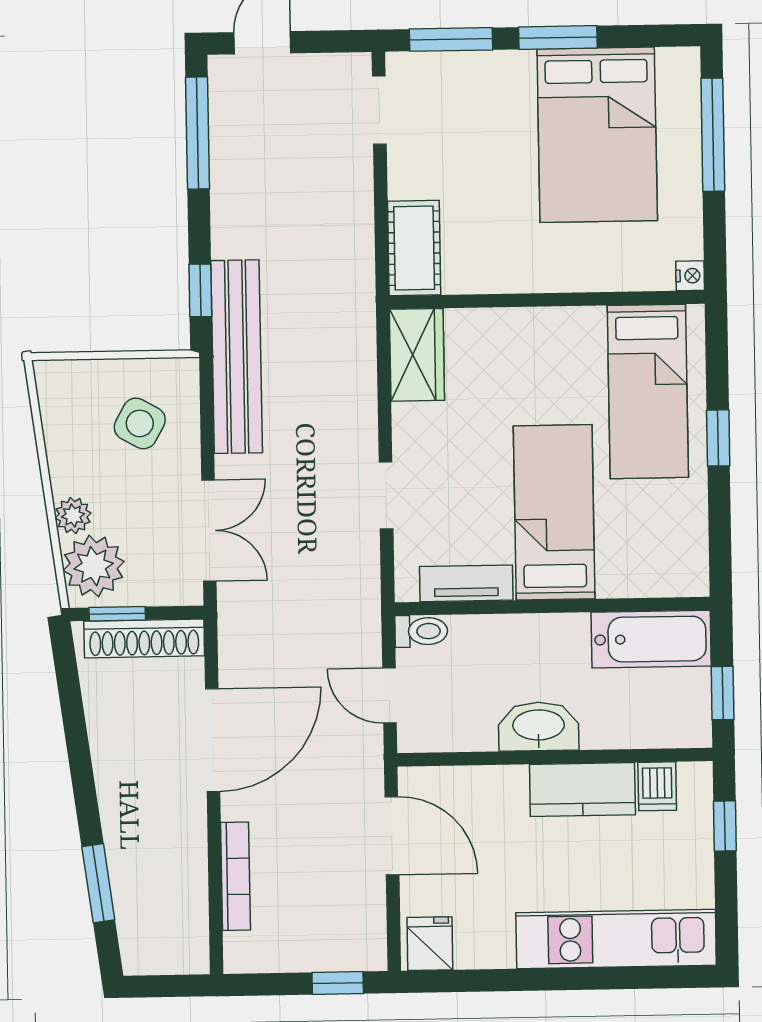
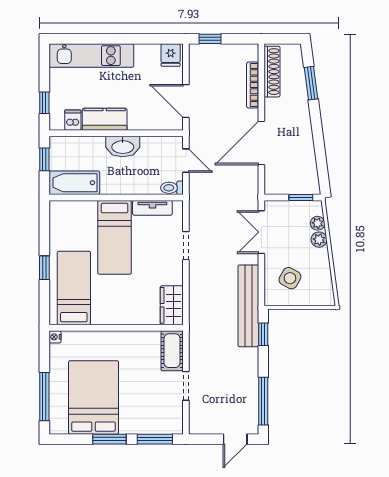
doorway: (379, 110) -> (186, 386), moved
plant: (94, 566) -> (318, 223), width x0.53, depth x0.53
shoe rack: (144, 638) -> (272, 72), moved, turned 90

